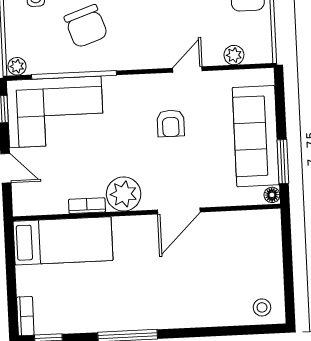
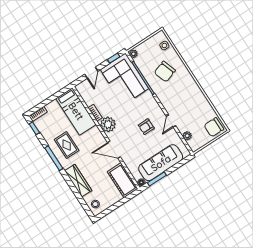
door: (187, 70) -> (171, 121), swing flipped
cot: (247, 229) -> (123, 180), added
rug: (117, 296) -> (67, 145), added
wardrobe: (198, 314) -> (78, 181), added

